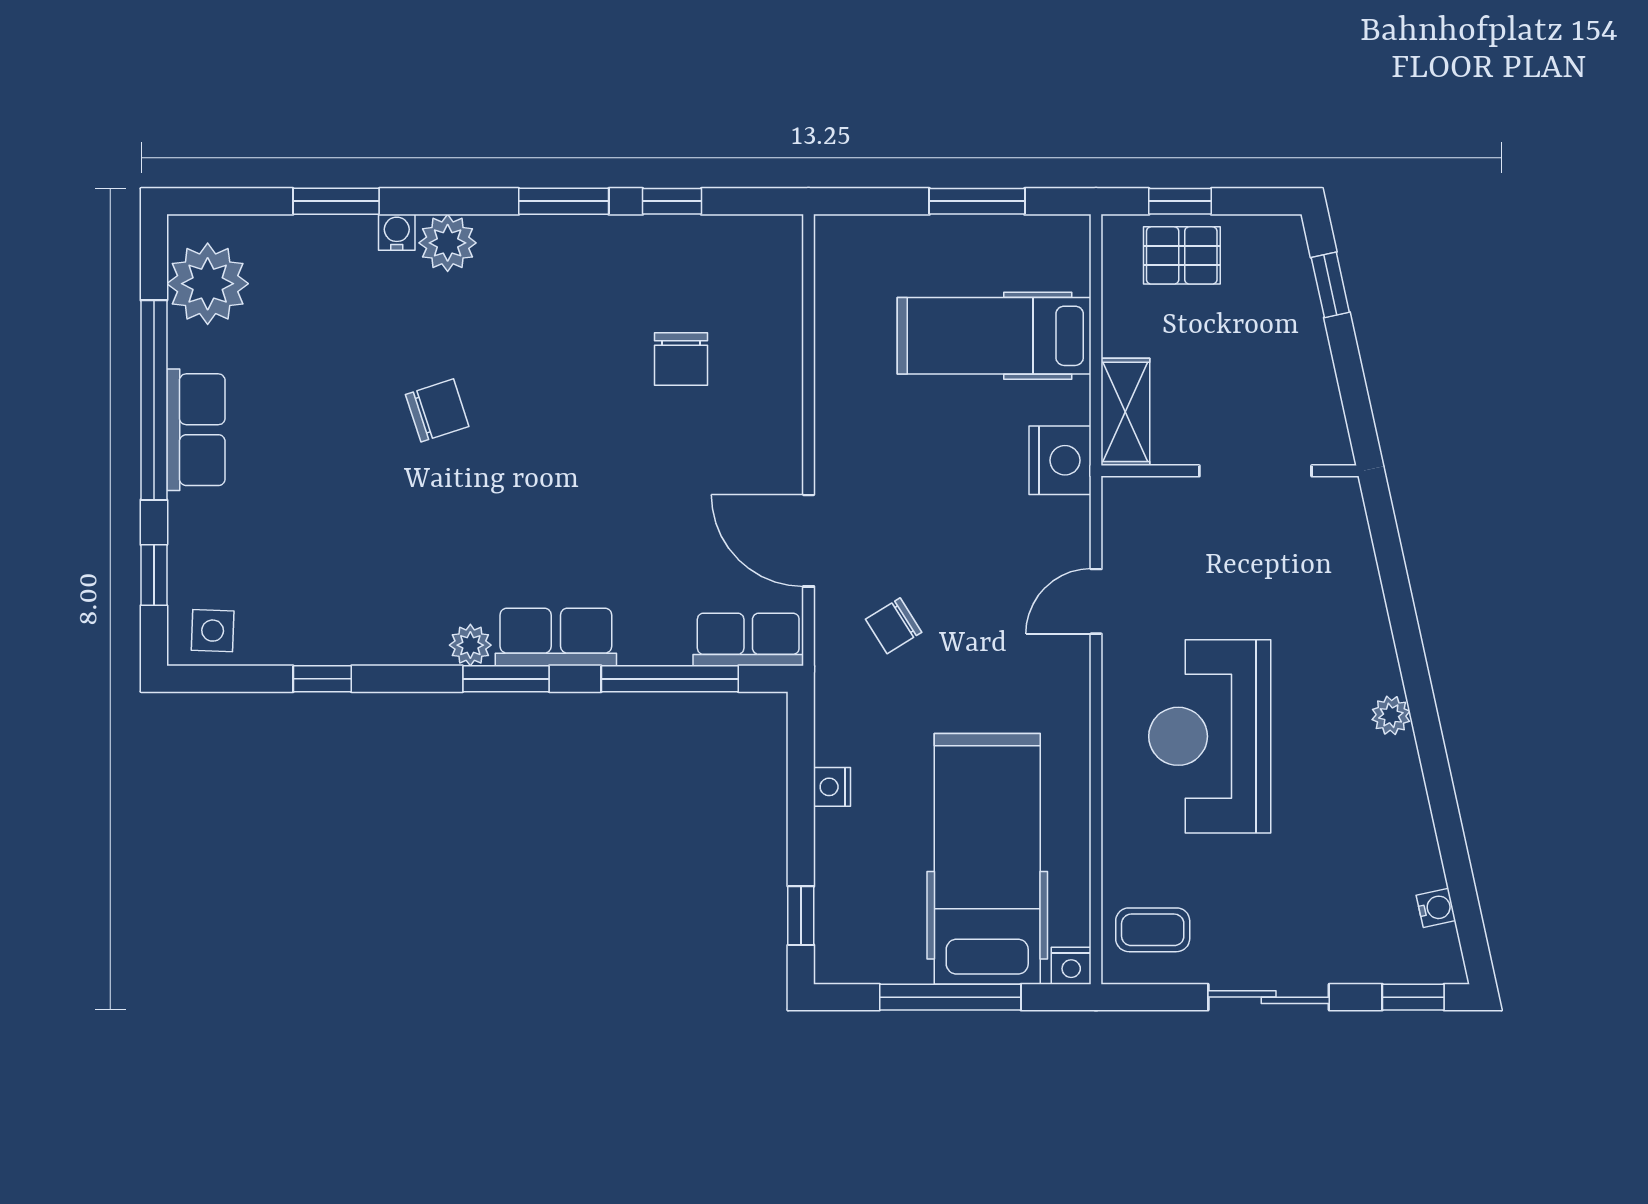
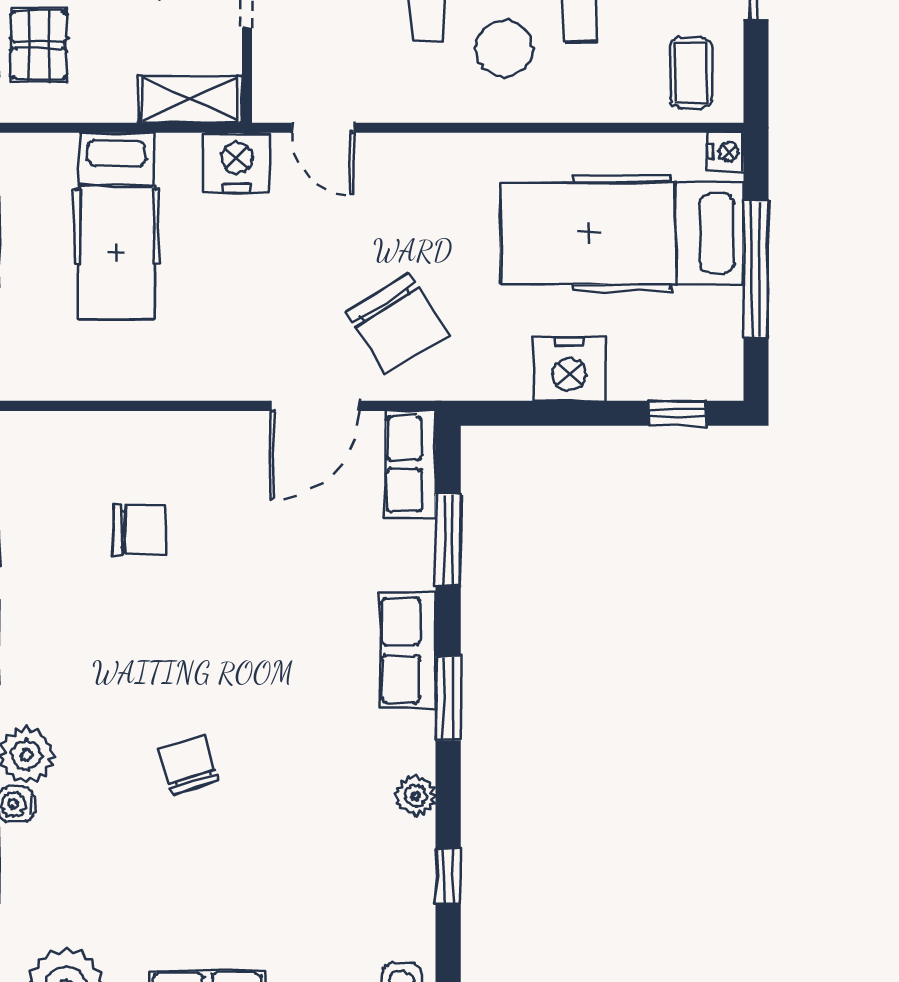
door: (1096, 601) -> (323, 128), moved
chair: (894, 626) -> (397, 324), width x1.87, depth x1.87
plant: (470, 645) -> (416, 796), moved
window: (670, 679) -> (448, 540), width x0.69
nightstand: (832, 787) -> (569, 369), width x1.89, depth x1.79

